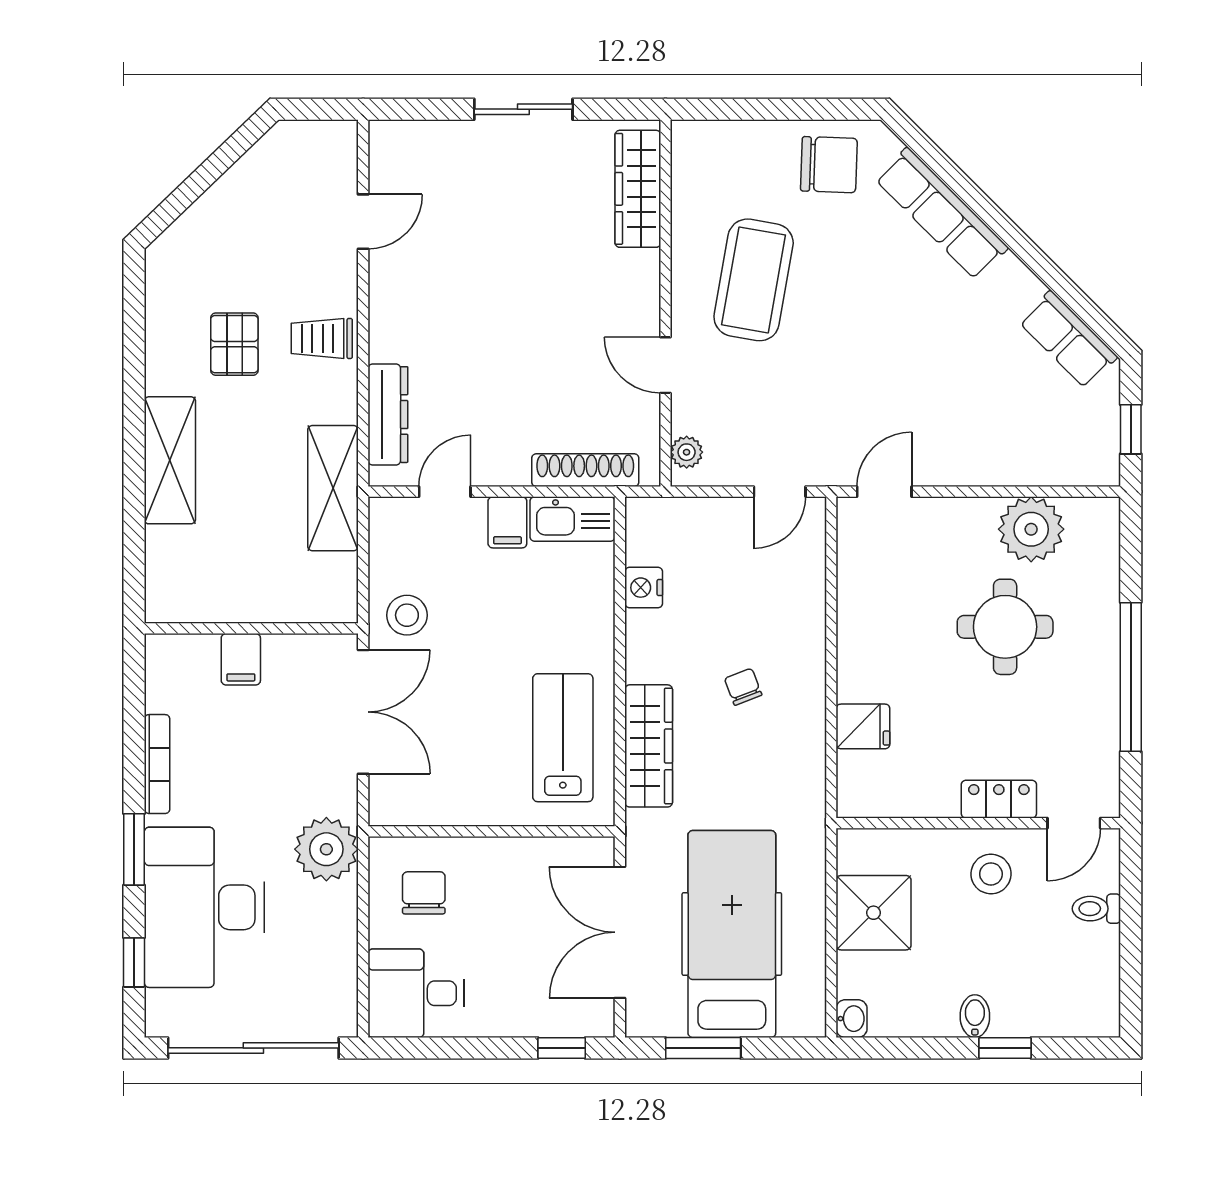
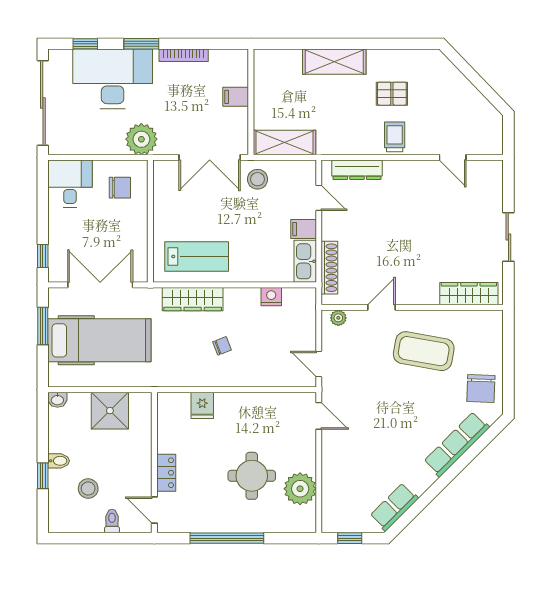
shelving: (333, 488) -> (285, 143), moved
stool: (991, 874) -> (88, 488), moved

